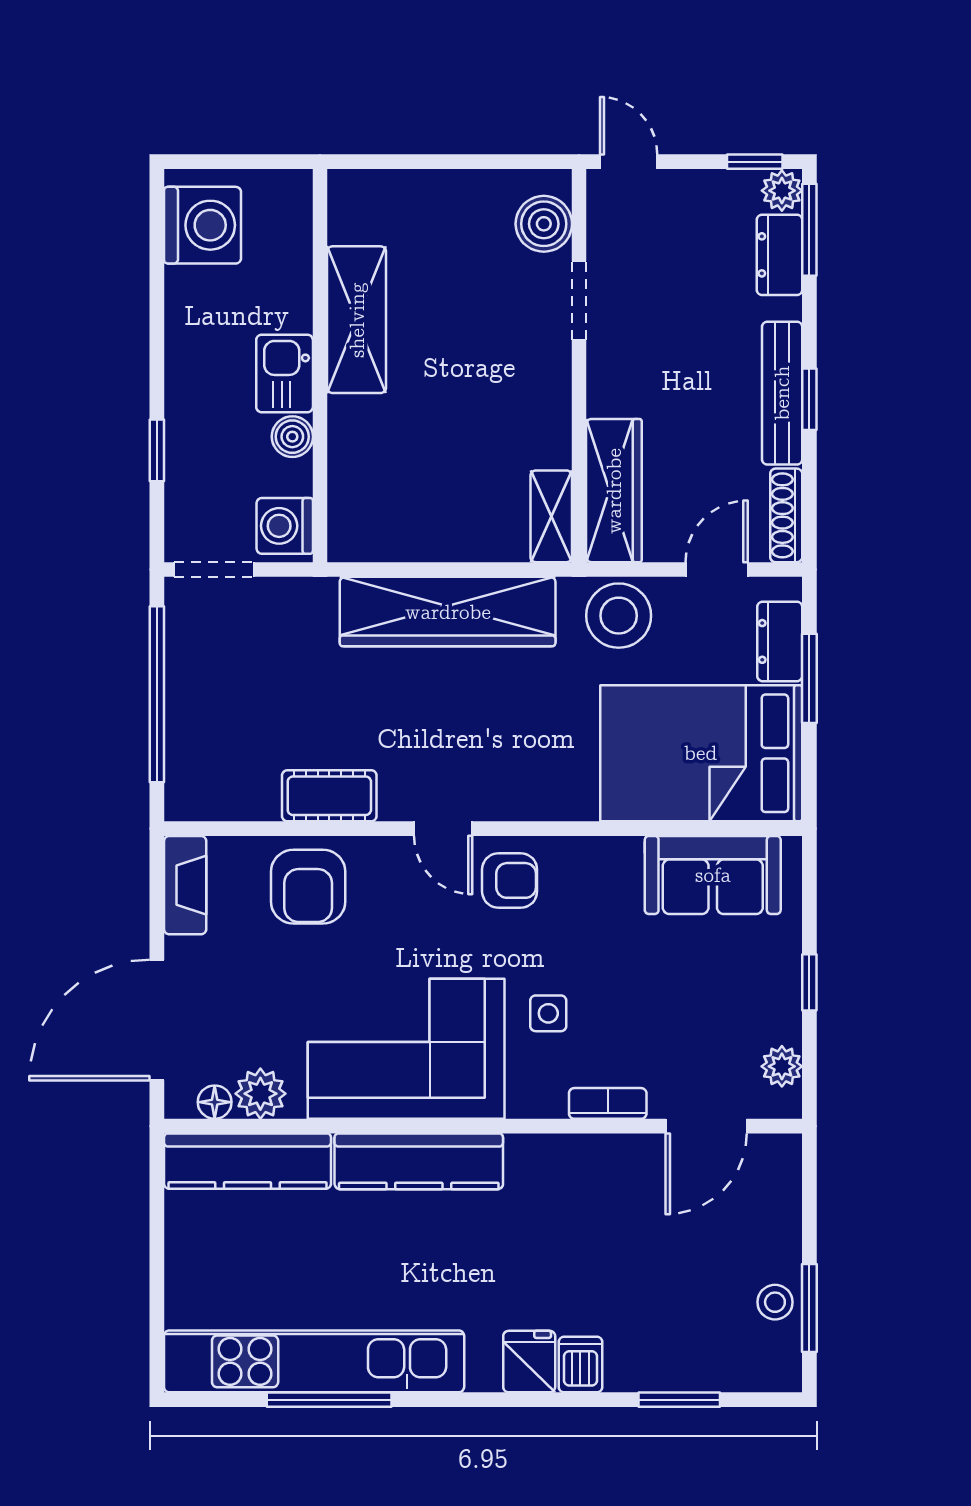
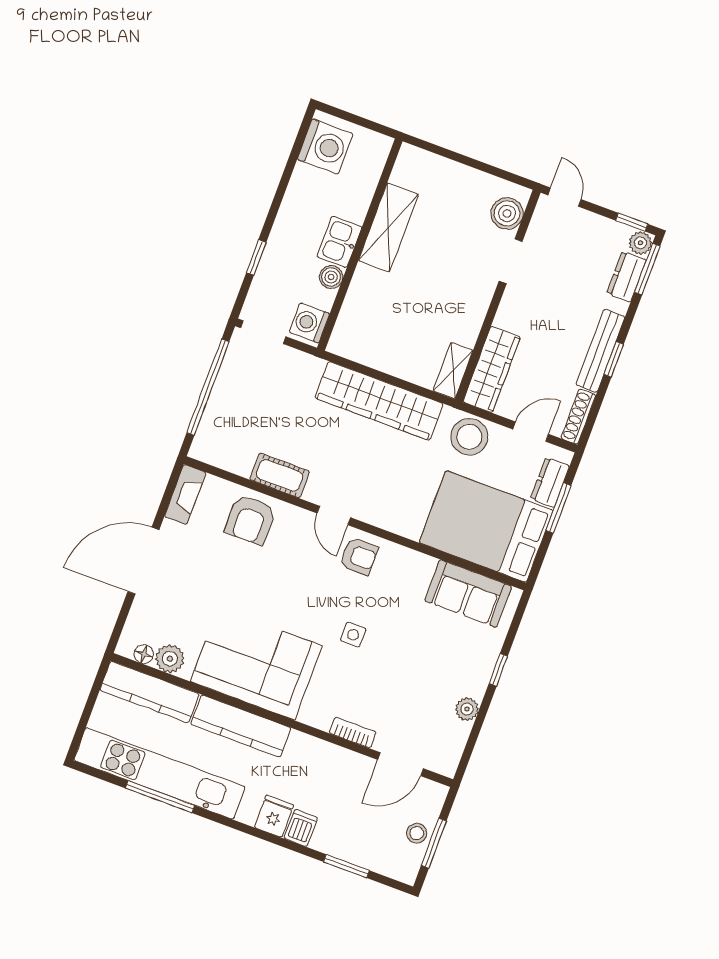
corner sofa: (406, 1049) -> (256, 664), moved
plant: (260, 1094) -> (170, 659), moved
floor lamp: (215, 1102) -> (144, 654), moved
bookcase: (608, 1103) -> (353, 733), moved
wall: (483, 1126) -> (282, 720), moved
door: (706, 1126) -> (401, 764), moved
kitchen counter: (247, 1161) -> (150, 692), moved
kitchen counter: (419, 1161) -> (241, 726), moved

